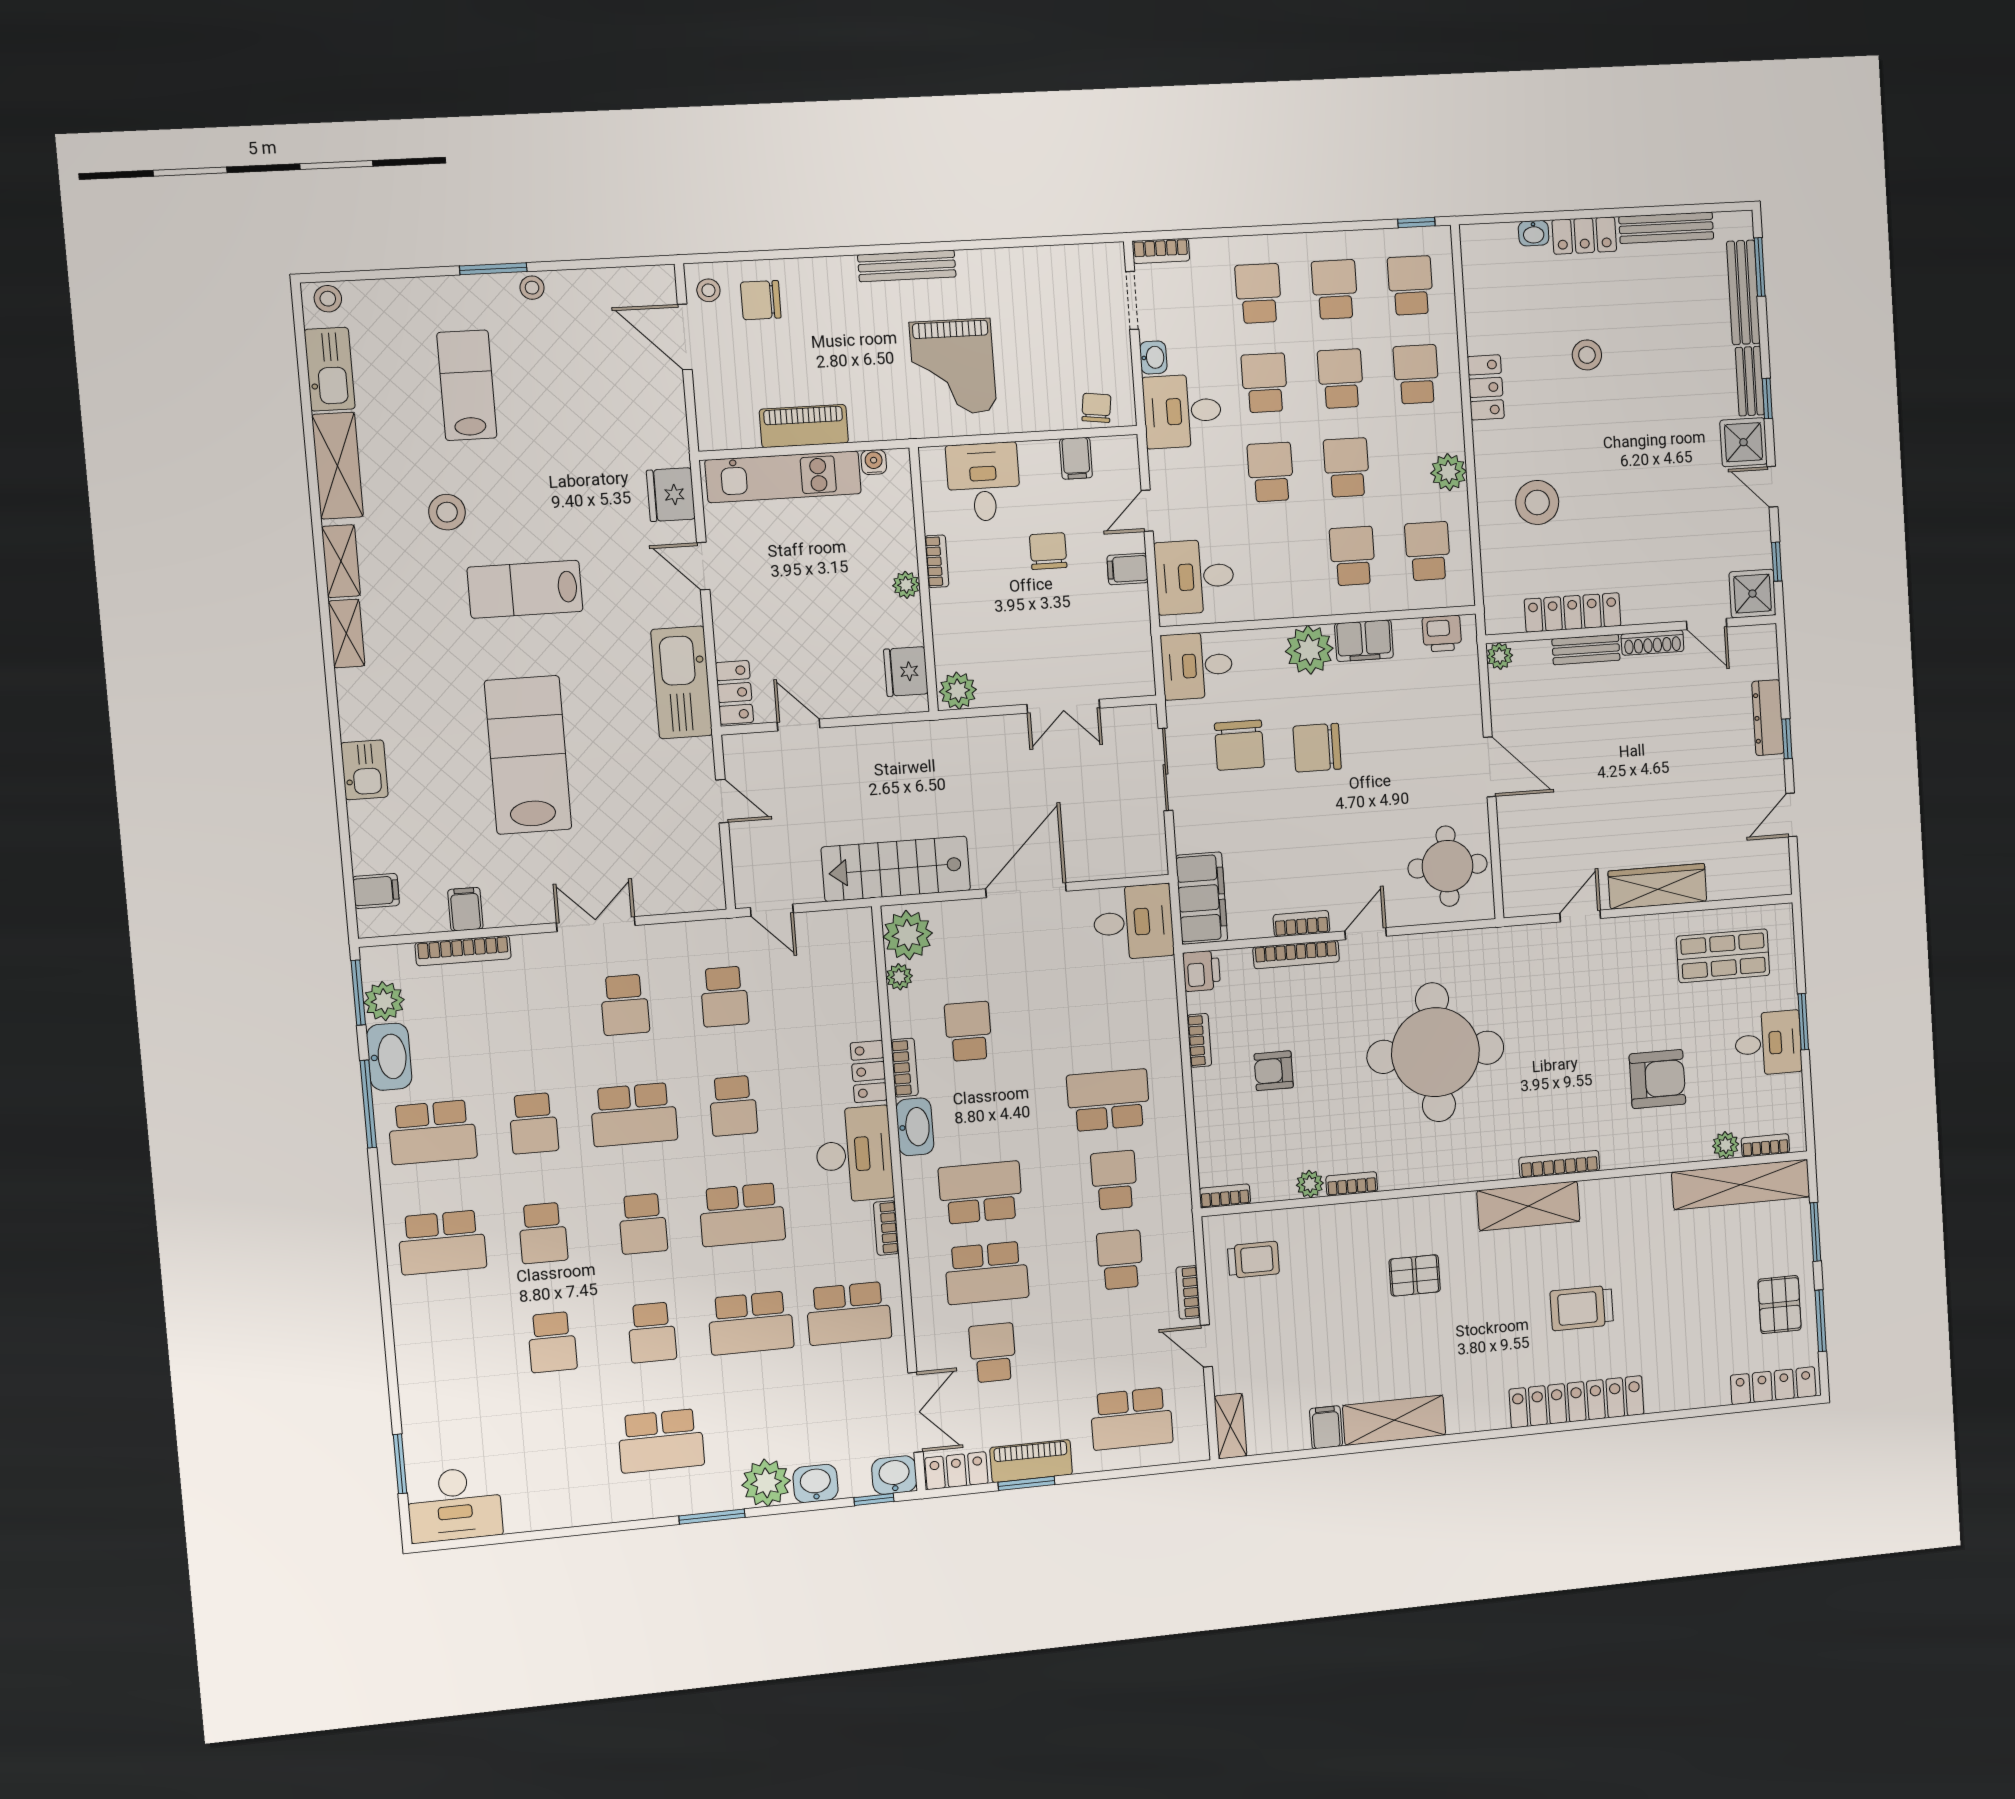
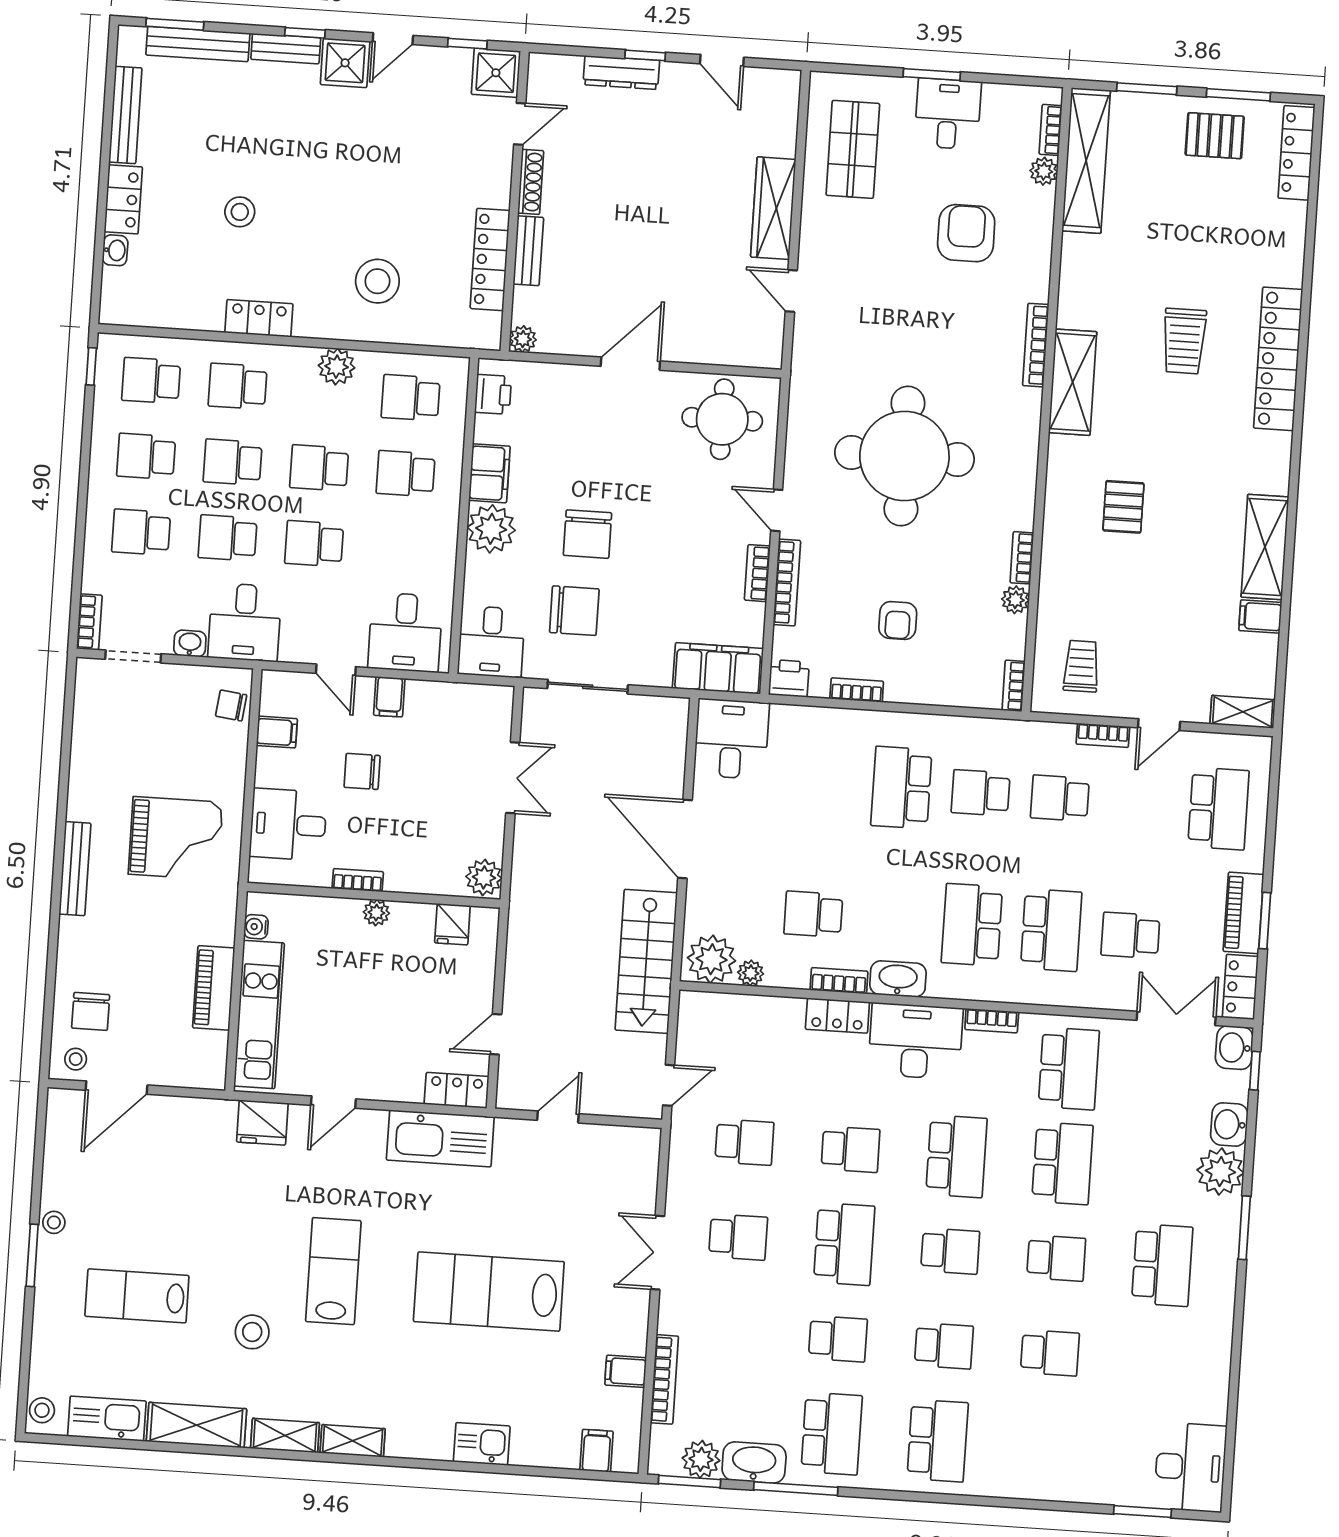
lab bench: (525, 589) -> (333, 1271), turned 180
fridge: (906, 671) -> (452, 924), width x0.72

